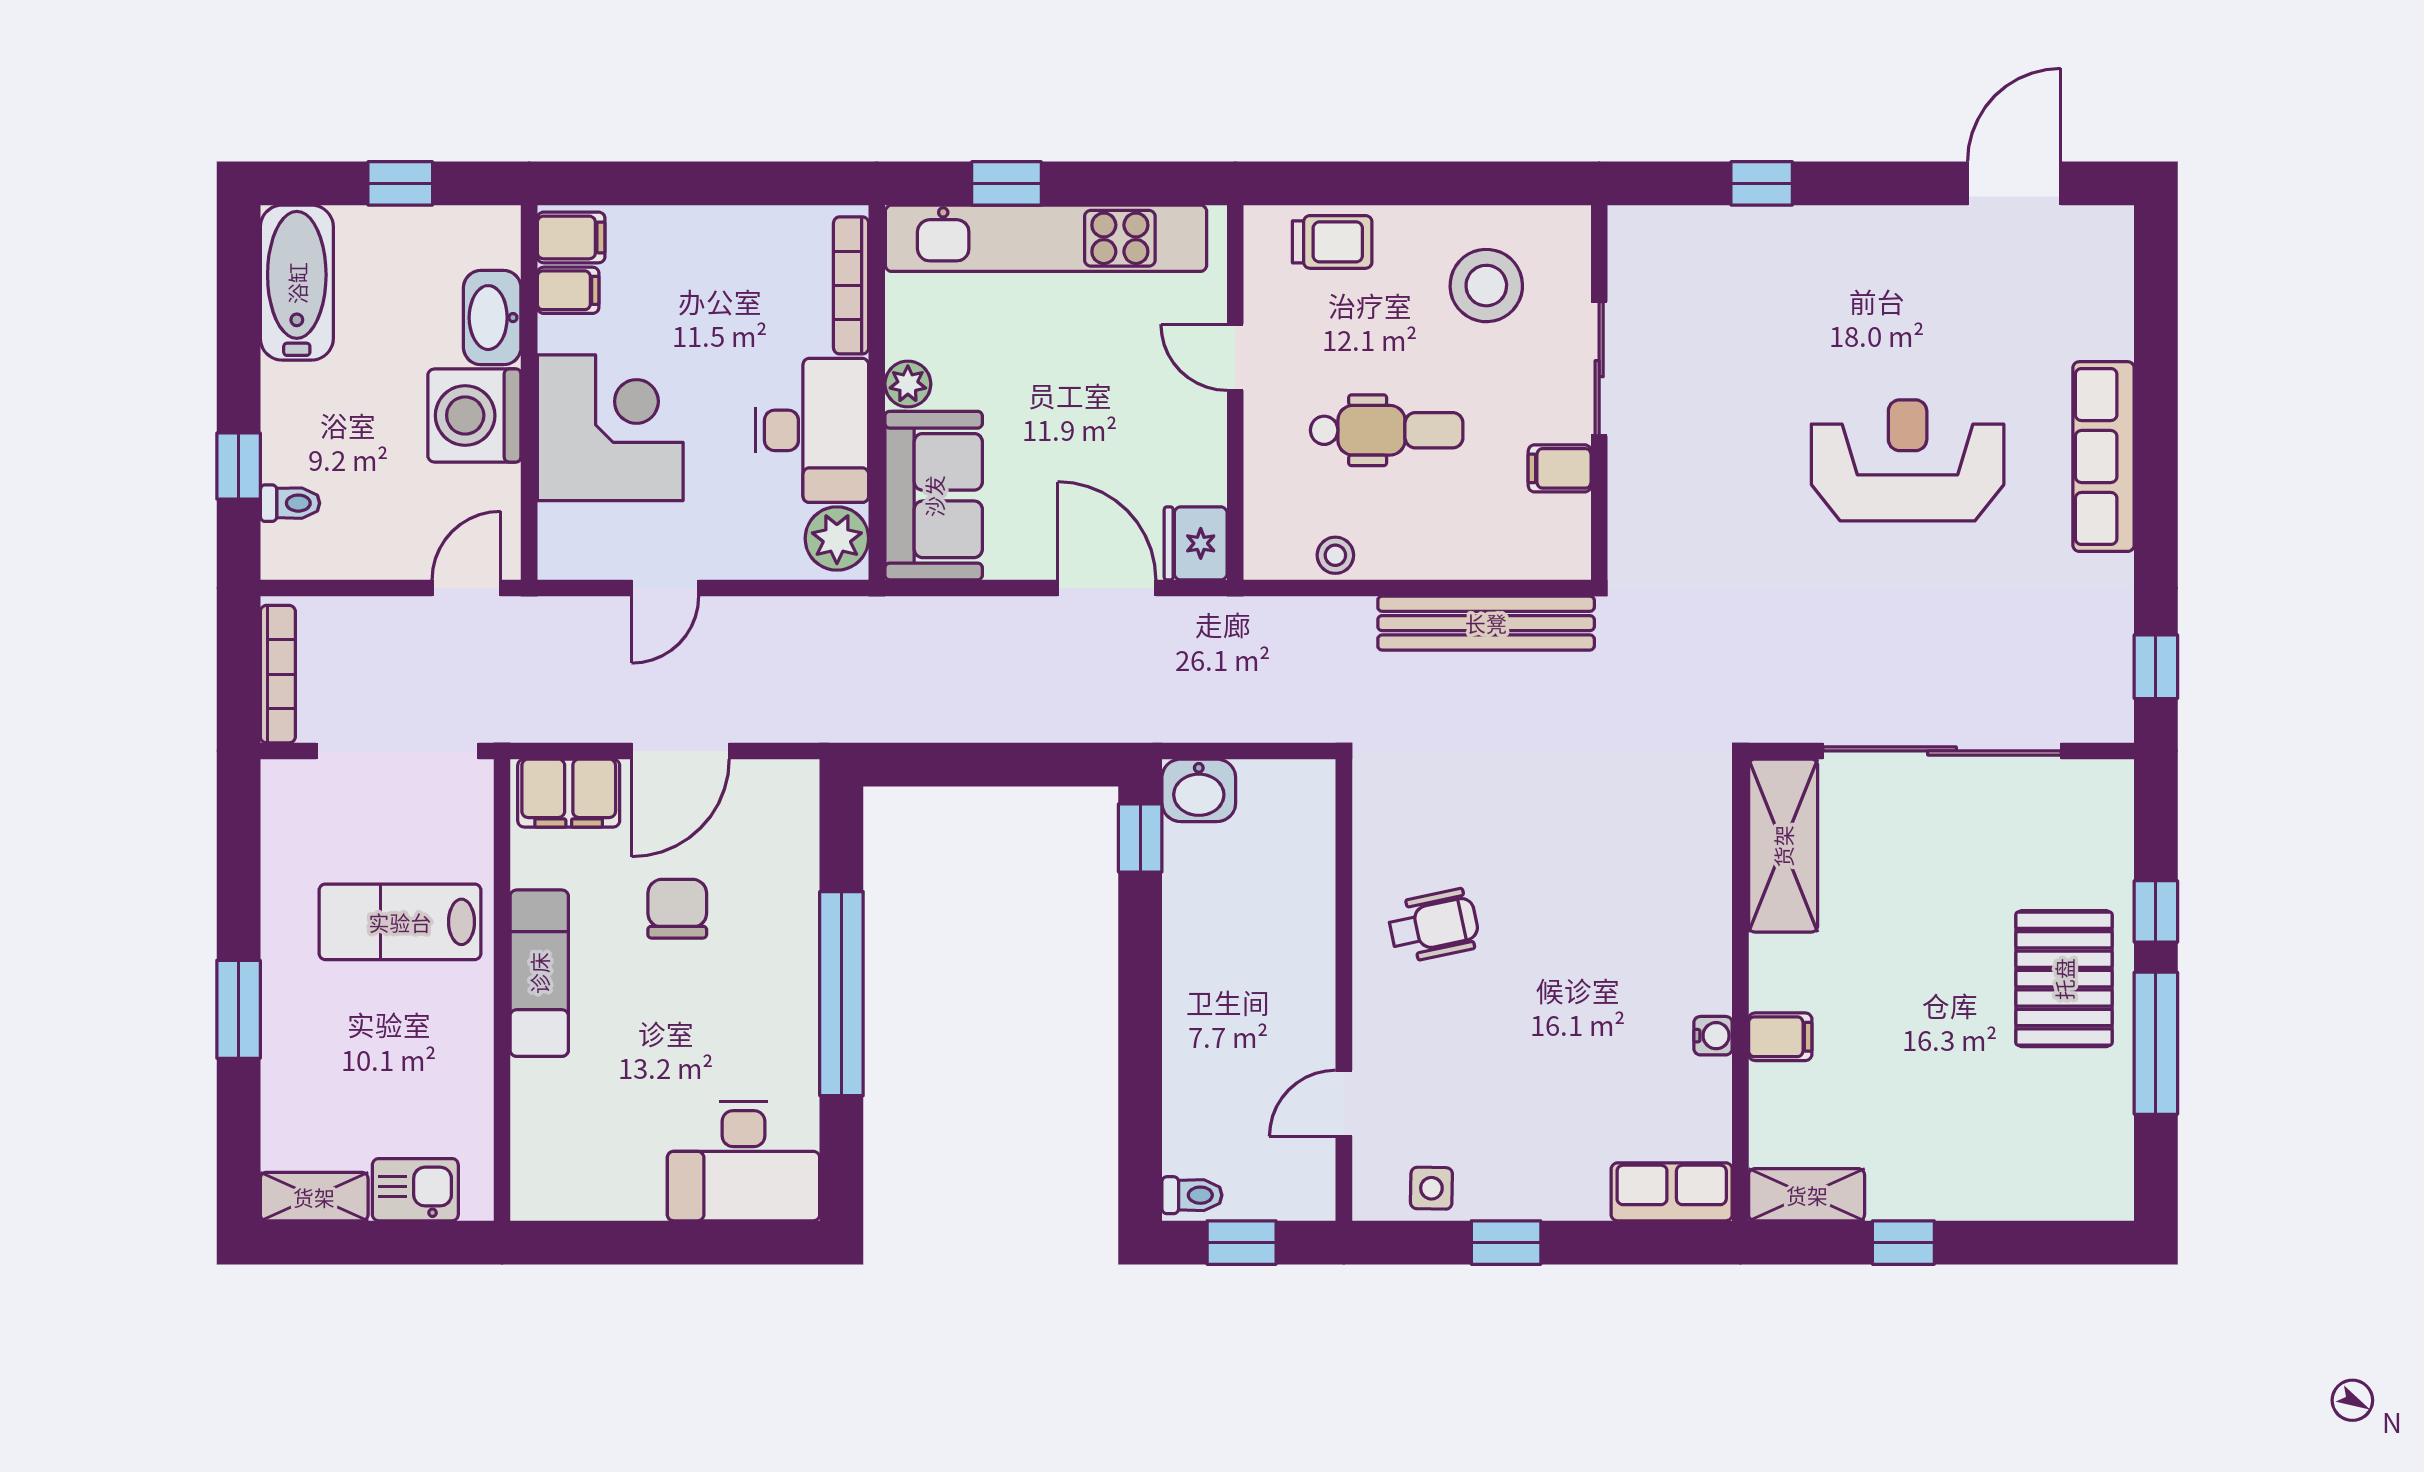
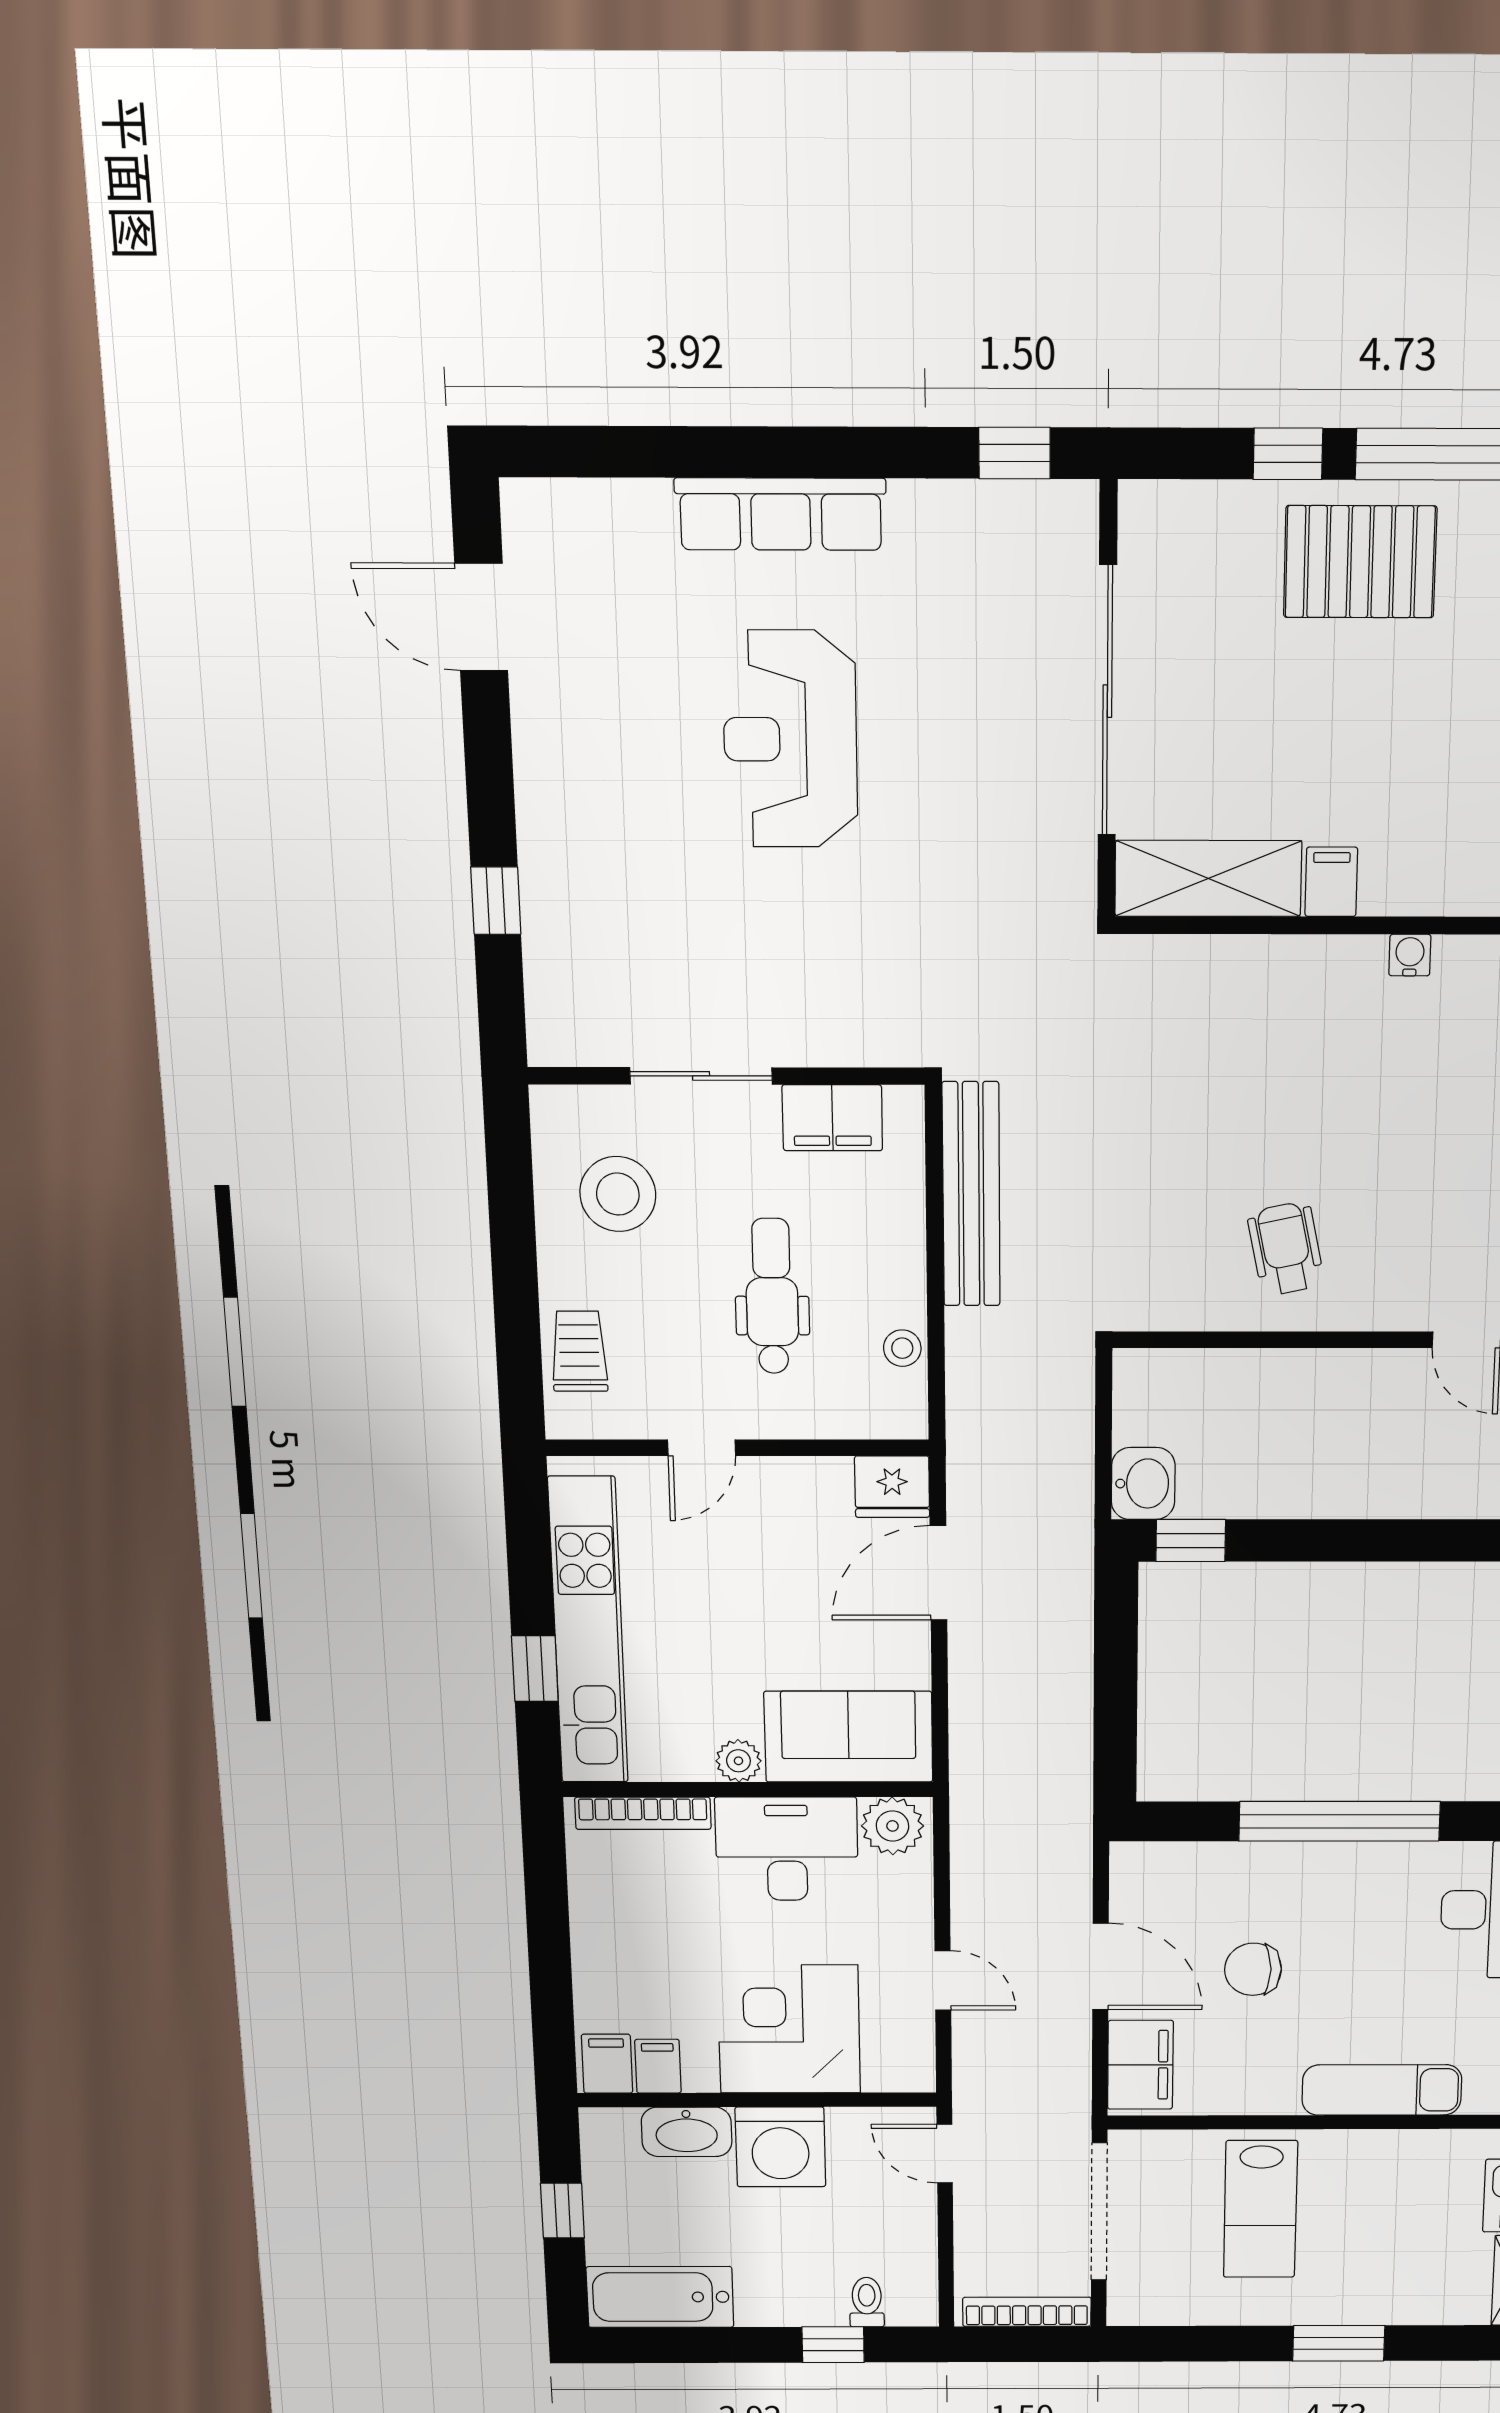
filing cabinet: (1560, 468) -> (832, 1118), width x2.00
exam couch: (539, 973) -> (1382, 2090), moved
filing cabinet: (1780, 1037) -> (1331, 882), moved

